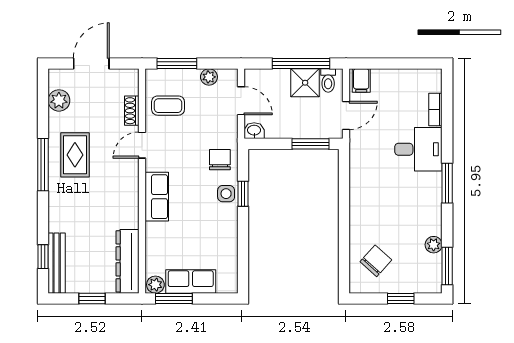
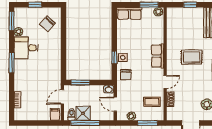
desk: (418, 149) -> (26, 48), moved
rug: (75, 155) -> (192, 57), moved, turned 90
dresser: (127, 261) -> (172, 23), removed
row of seats: (191, 282) -> (129, 13), moved

